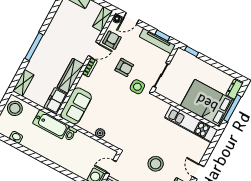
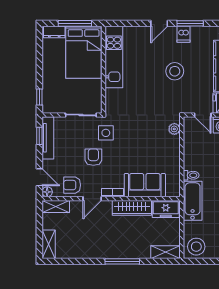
door: (94, 50) -> (92, 199), swing flipped
sofa: (76, 106) -> (145, 185), moved
plant: (100, 133) -> (174, 129), moved

